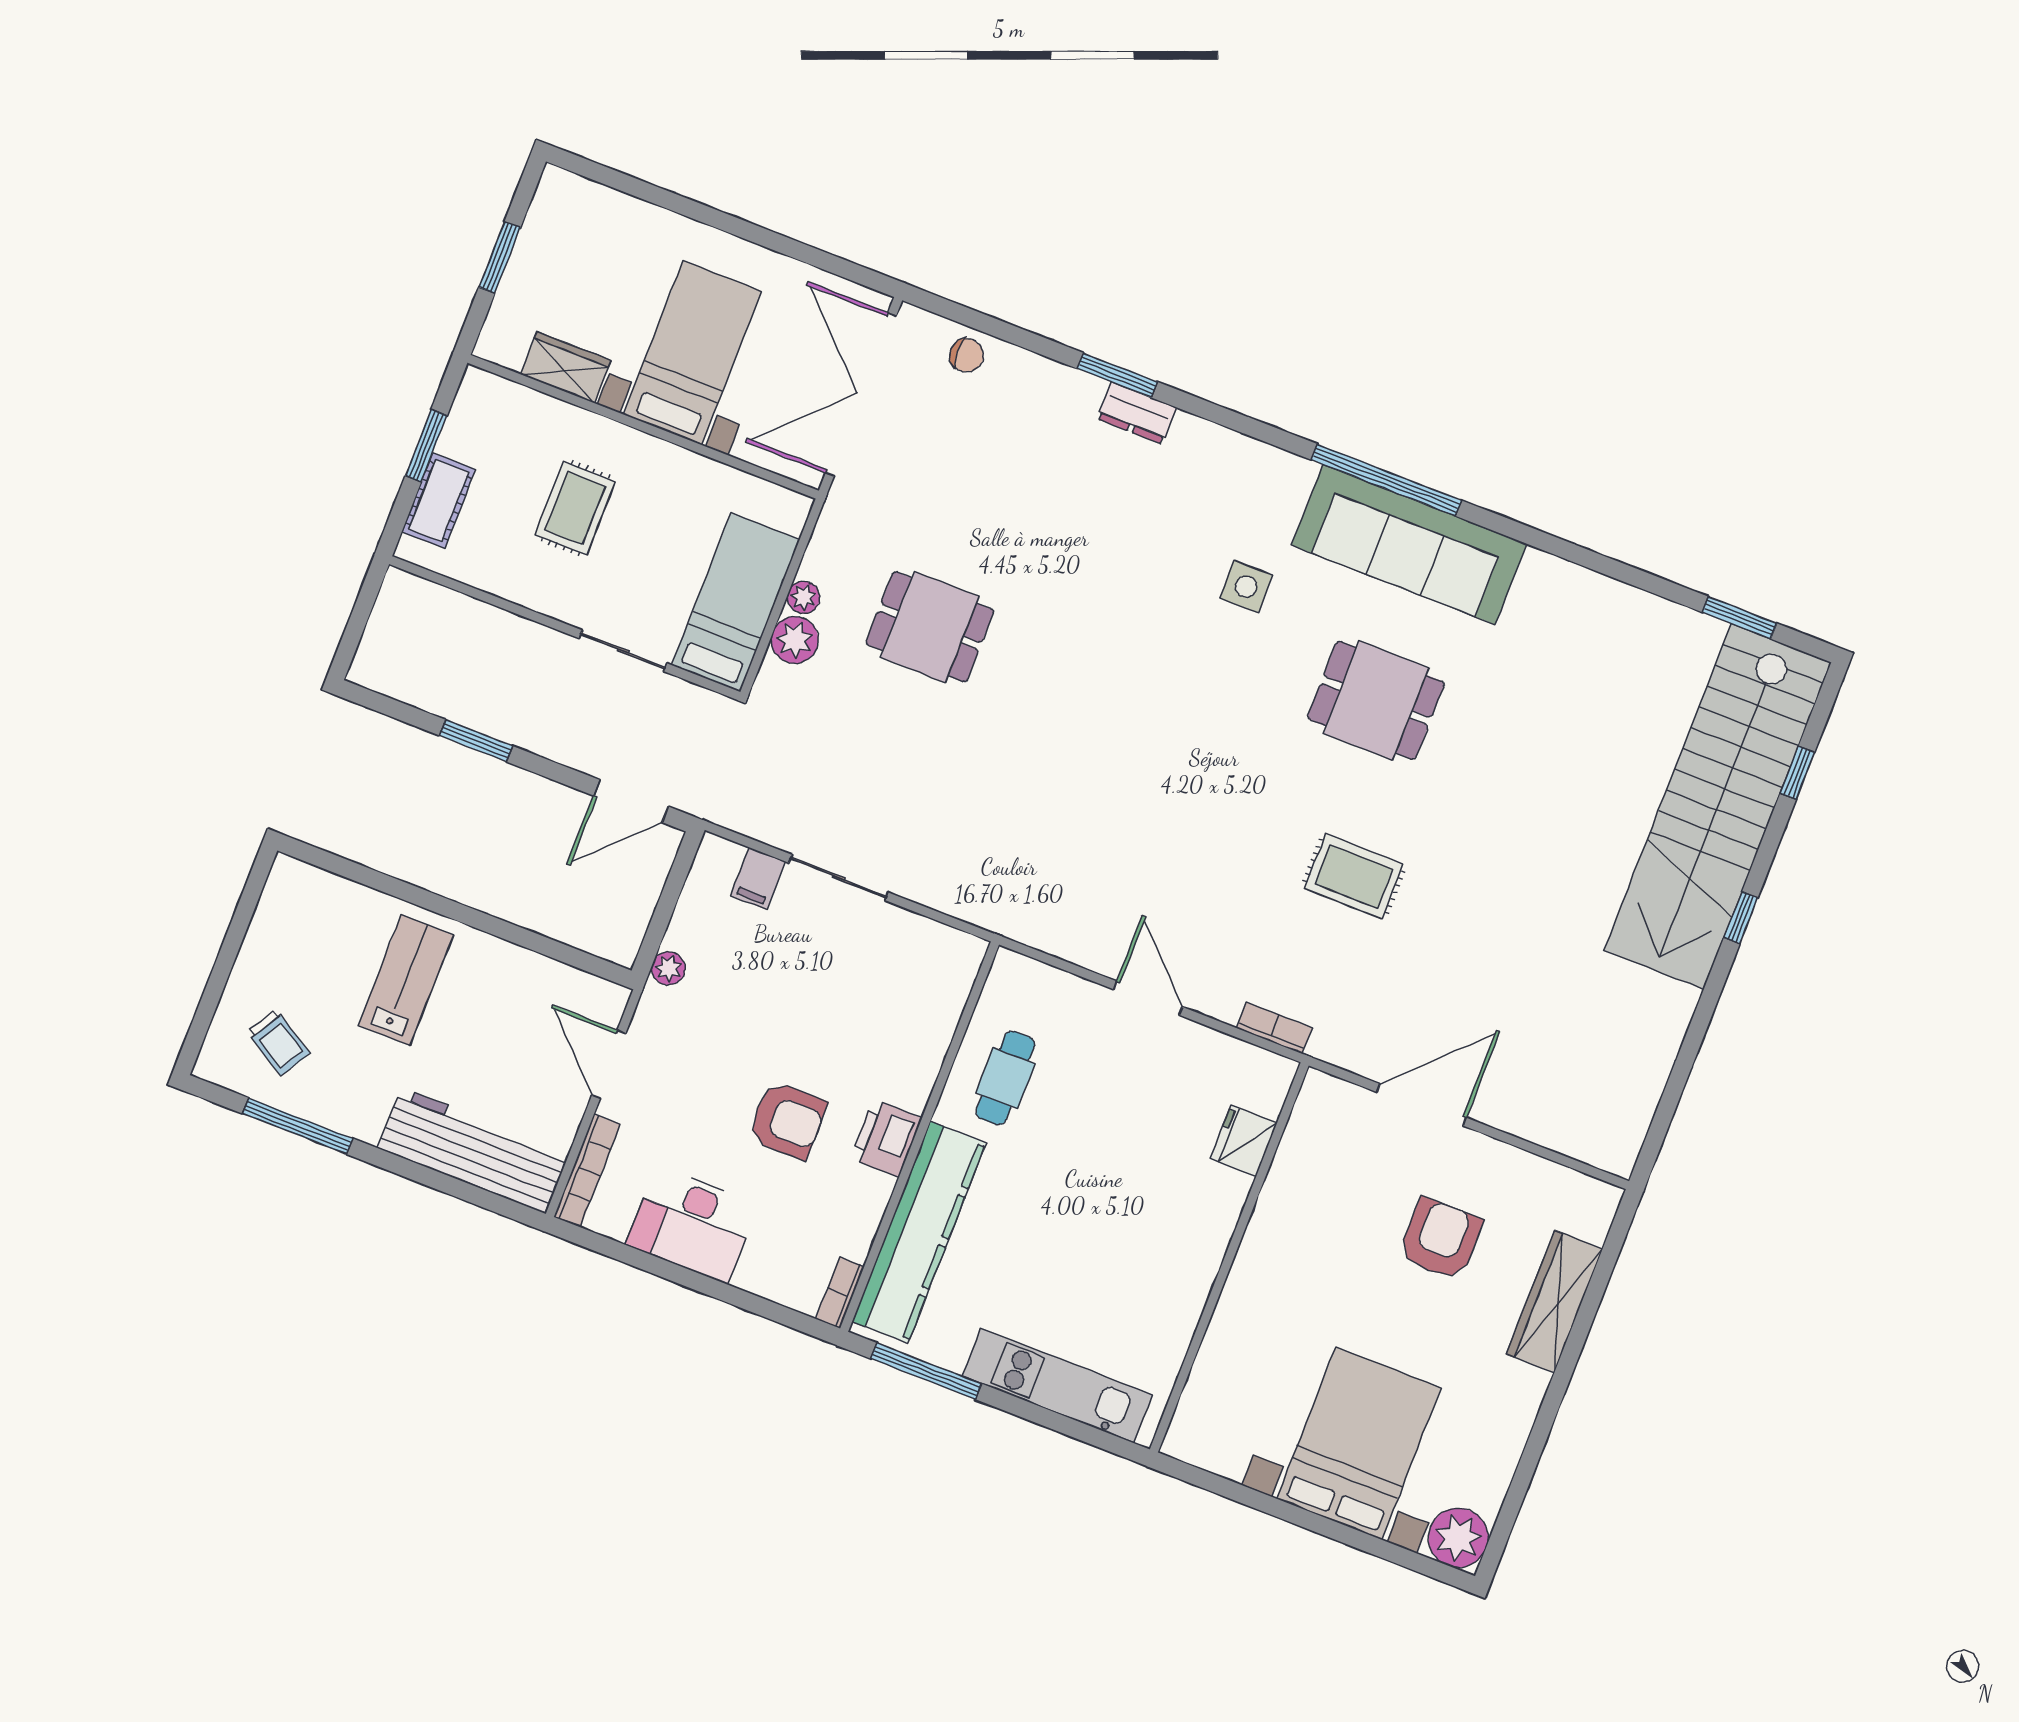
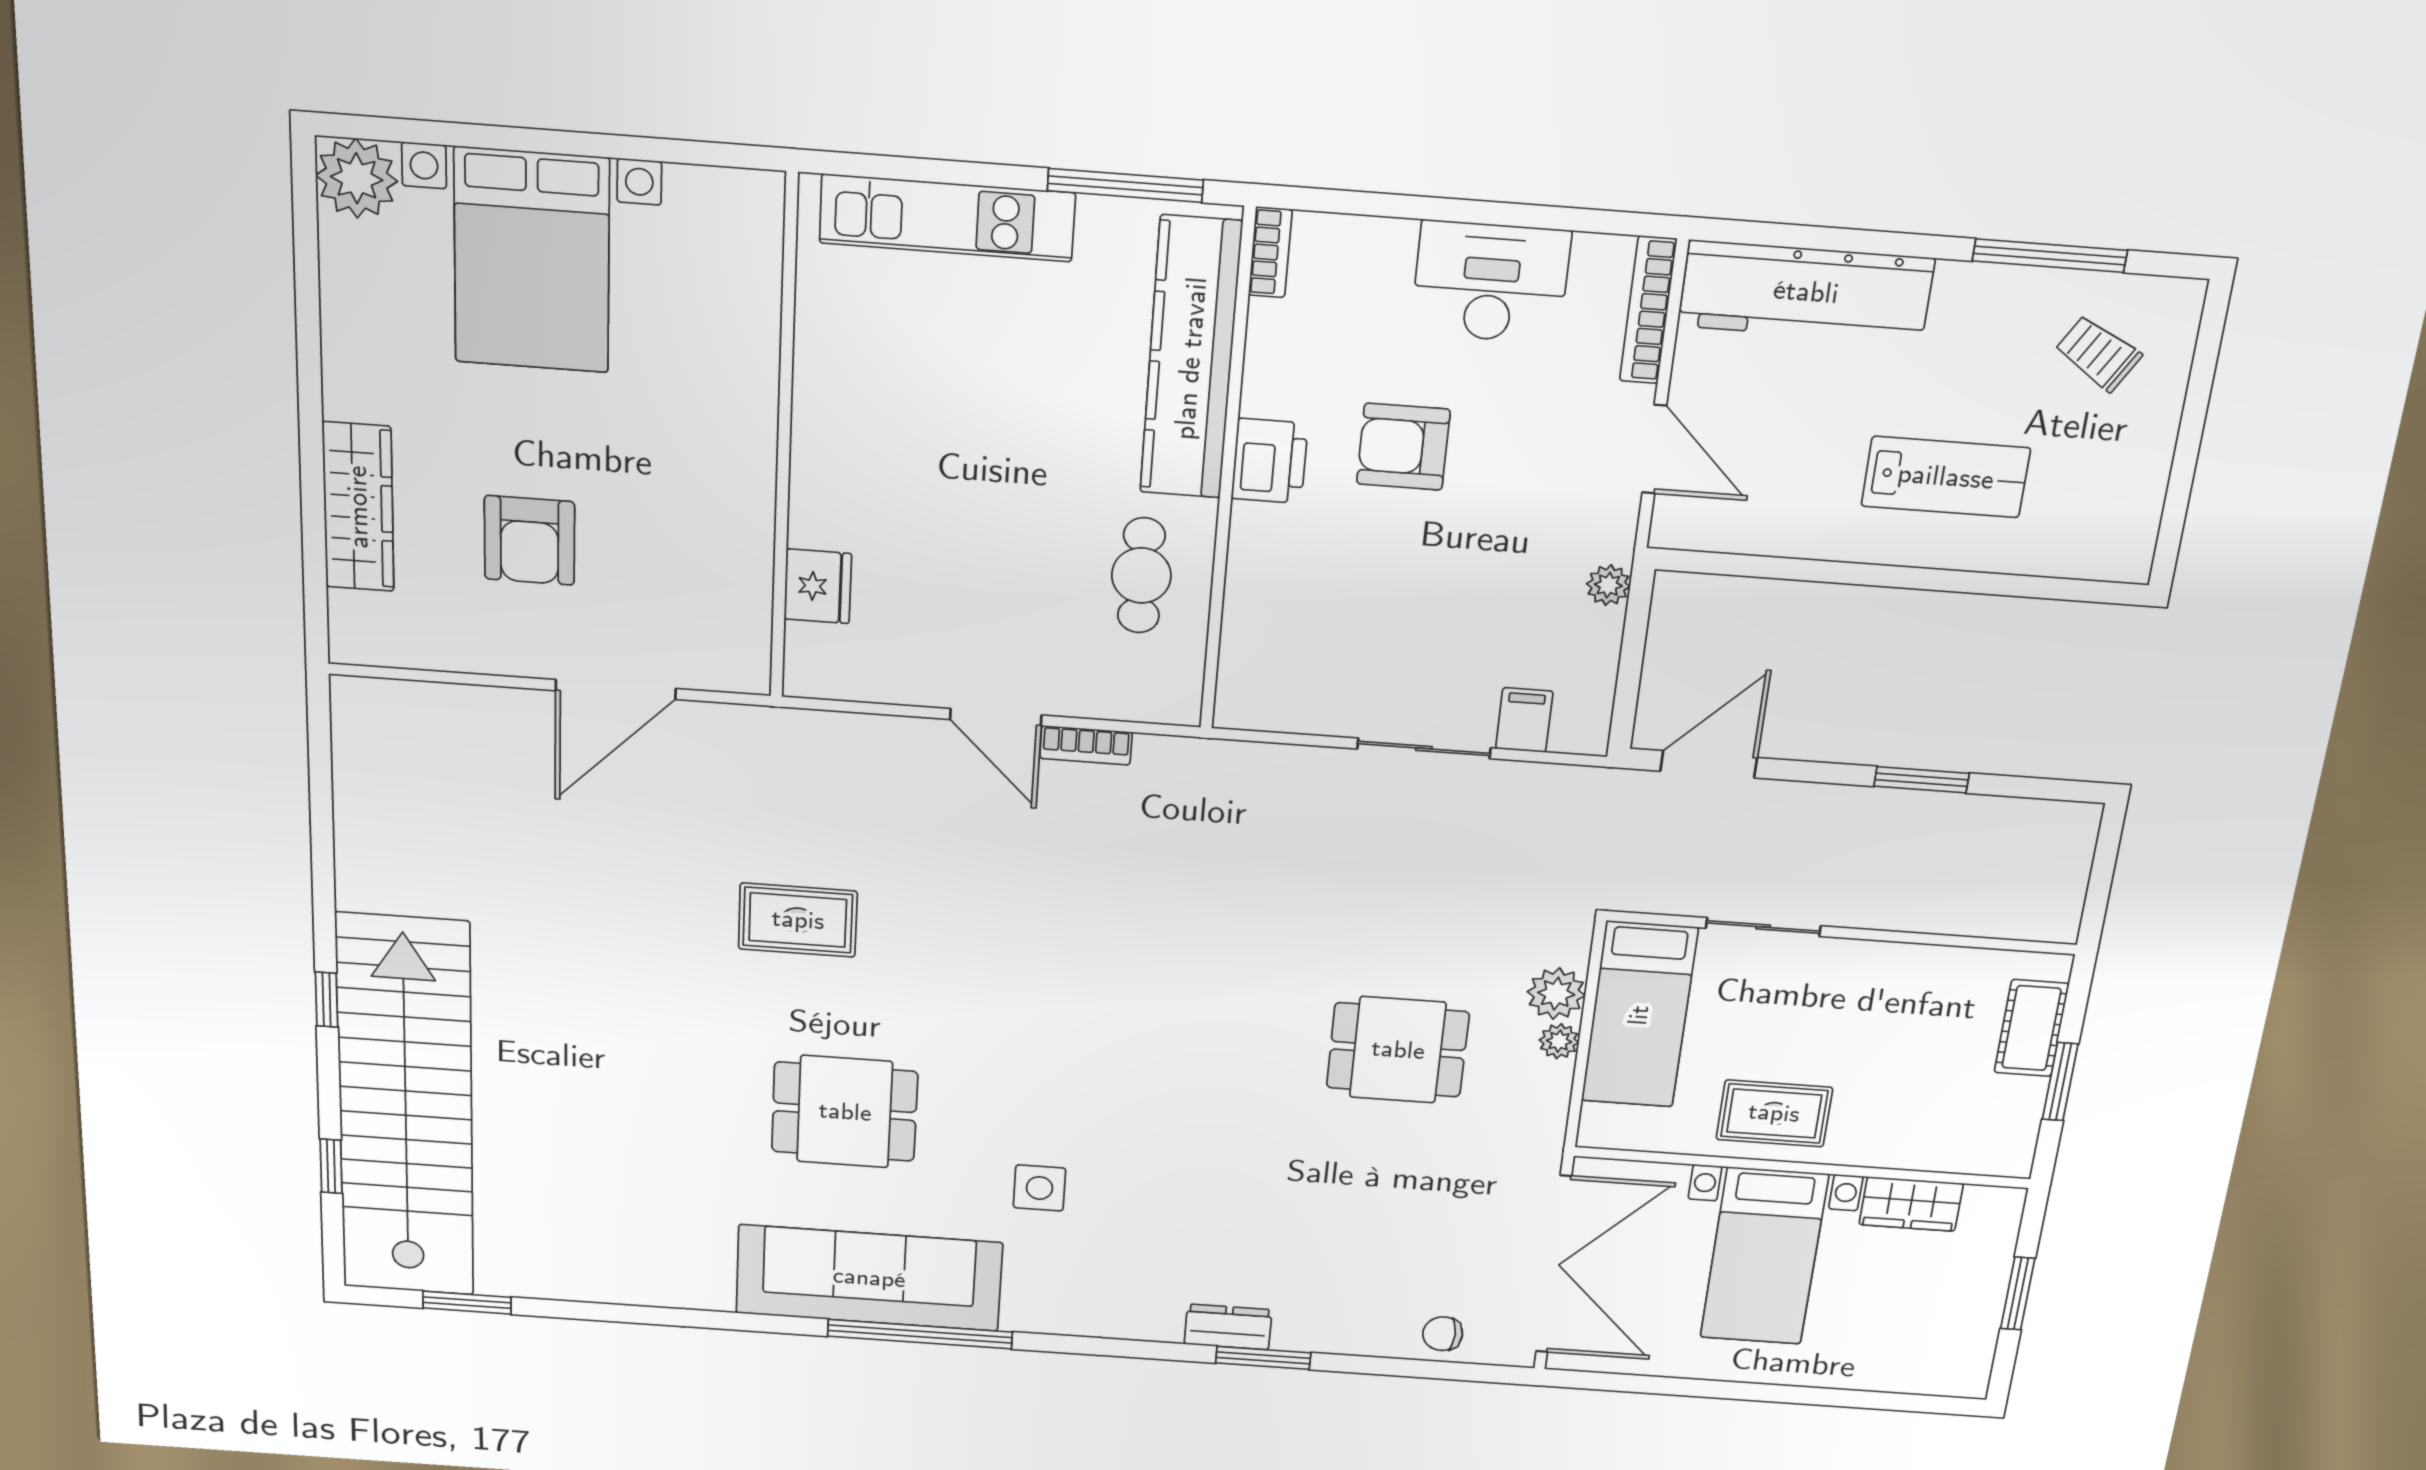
rug: (575, 508) -> (1774, 1113), moved, turned 90
lab bench: (406, 980) -> (1946, 477), turned -90
bookcase: (1274, 1028) -> (1086, 745), moved

